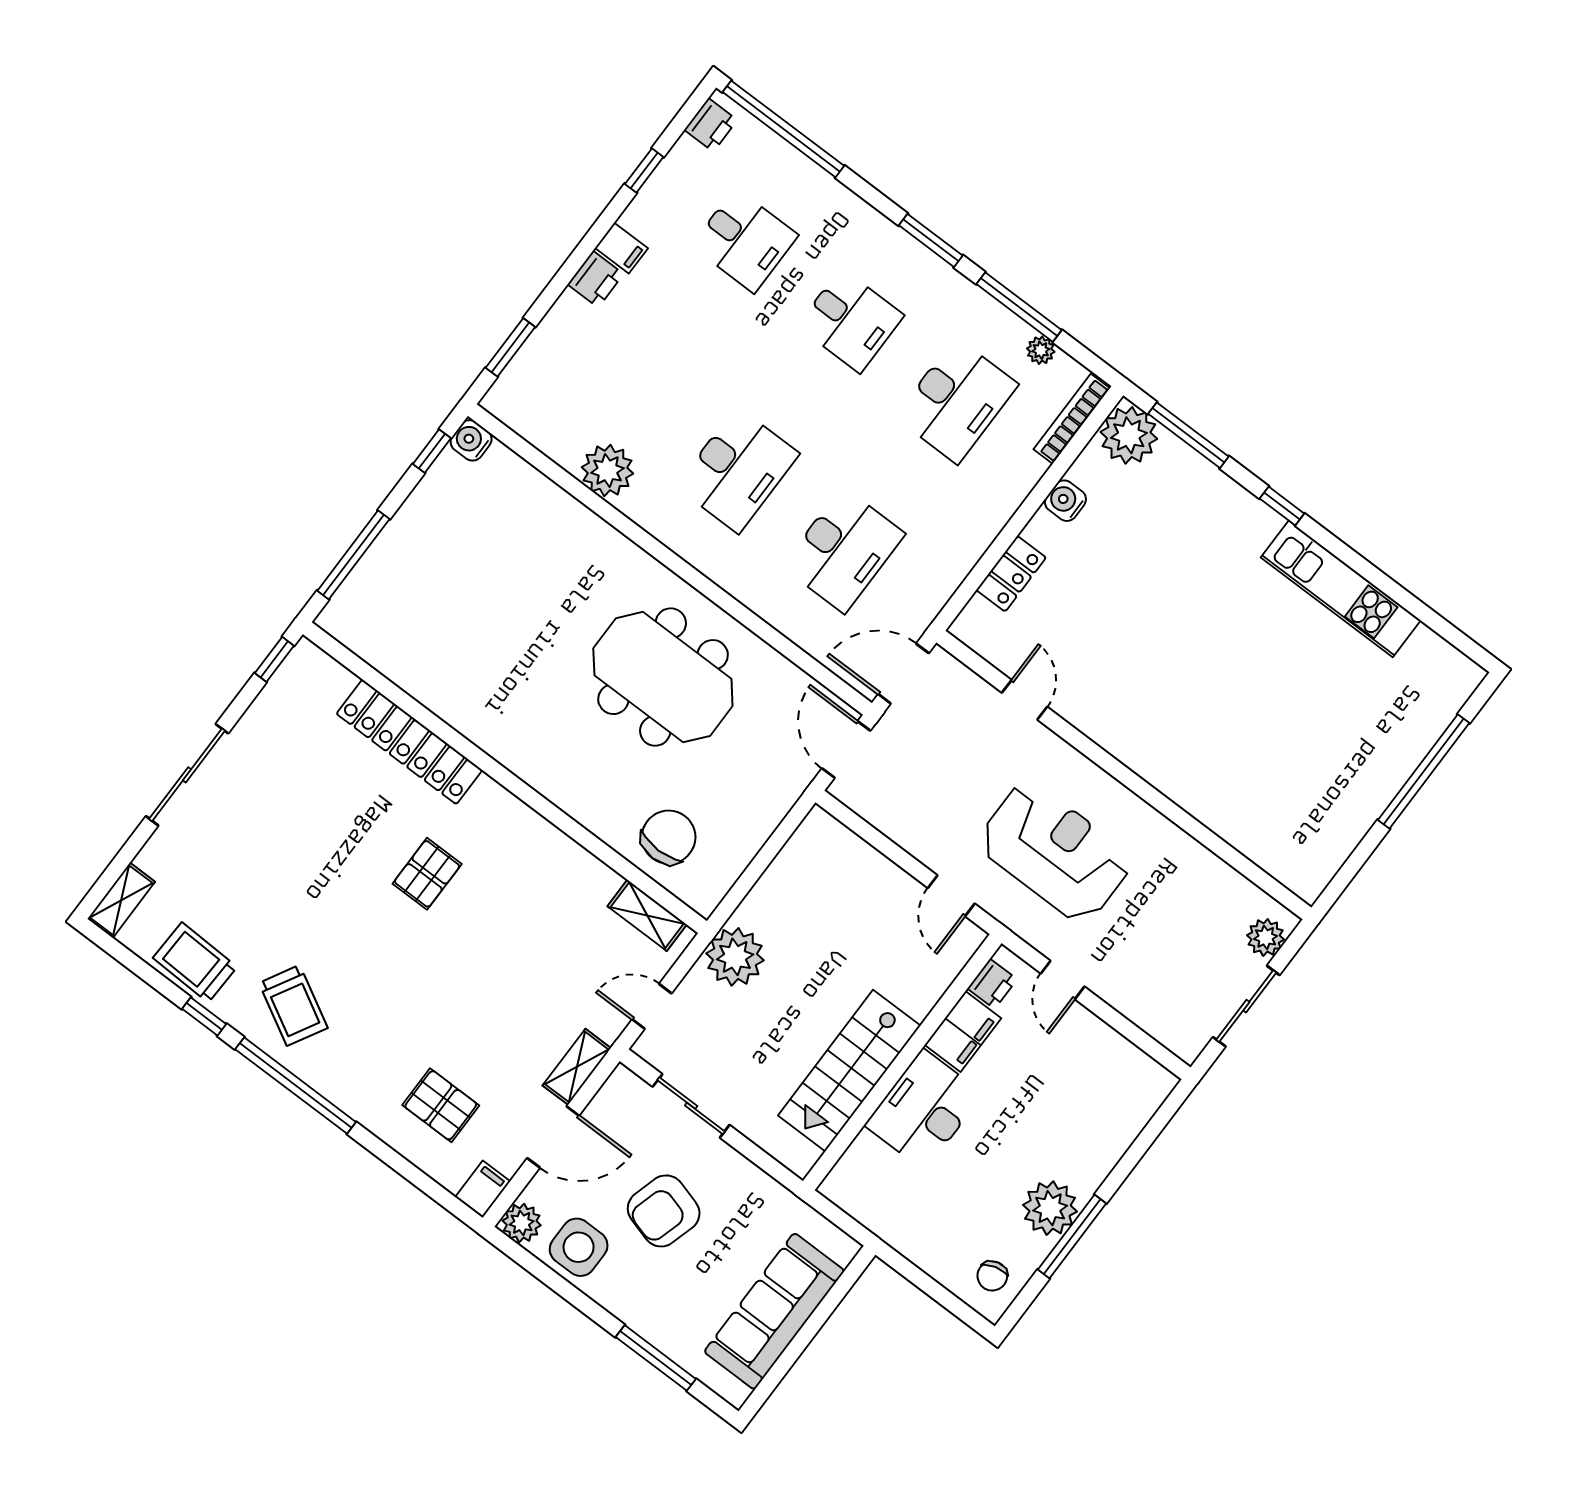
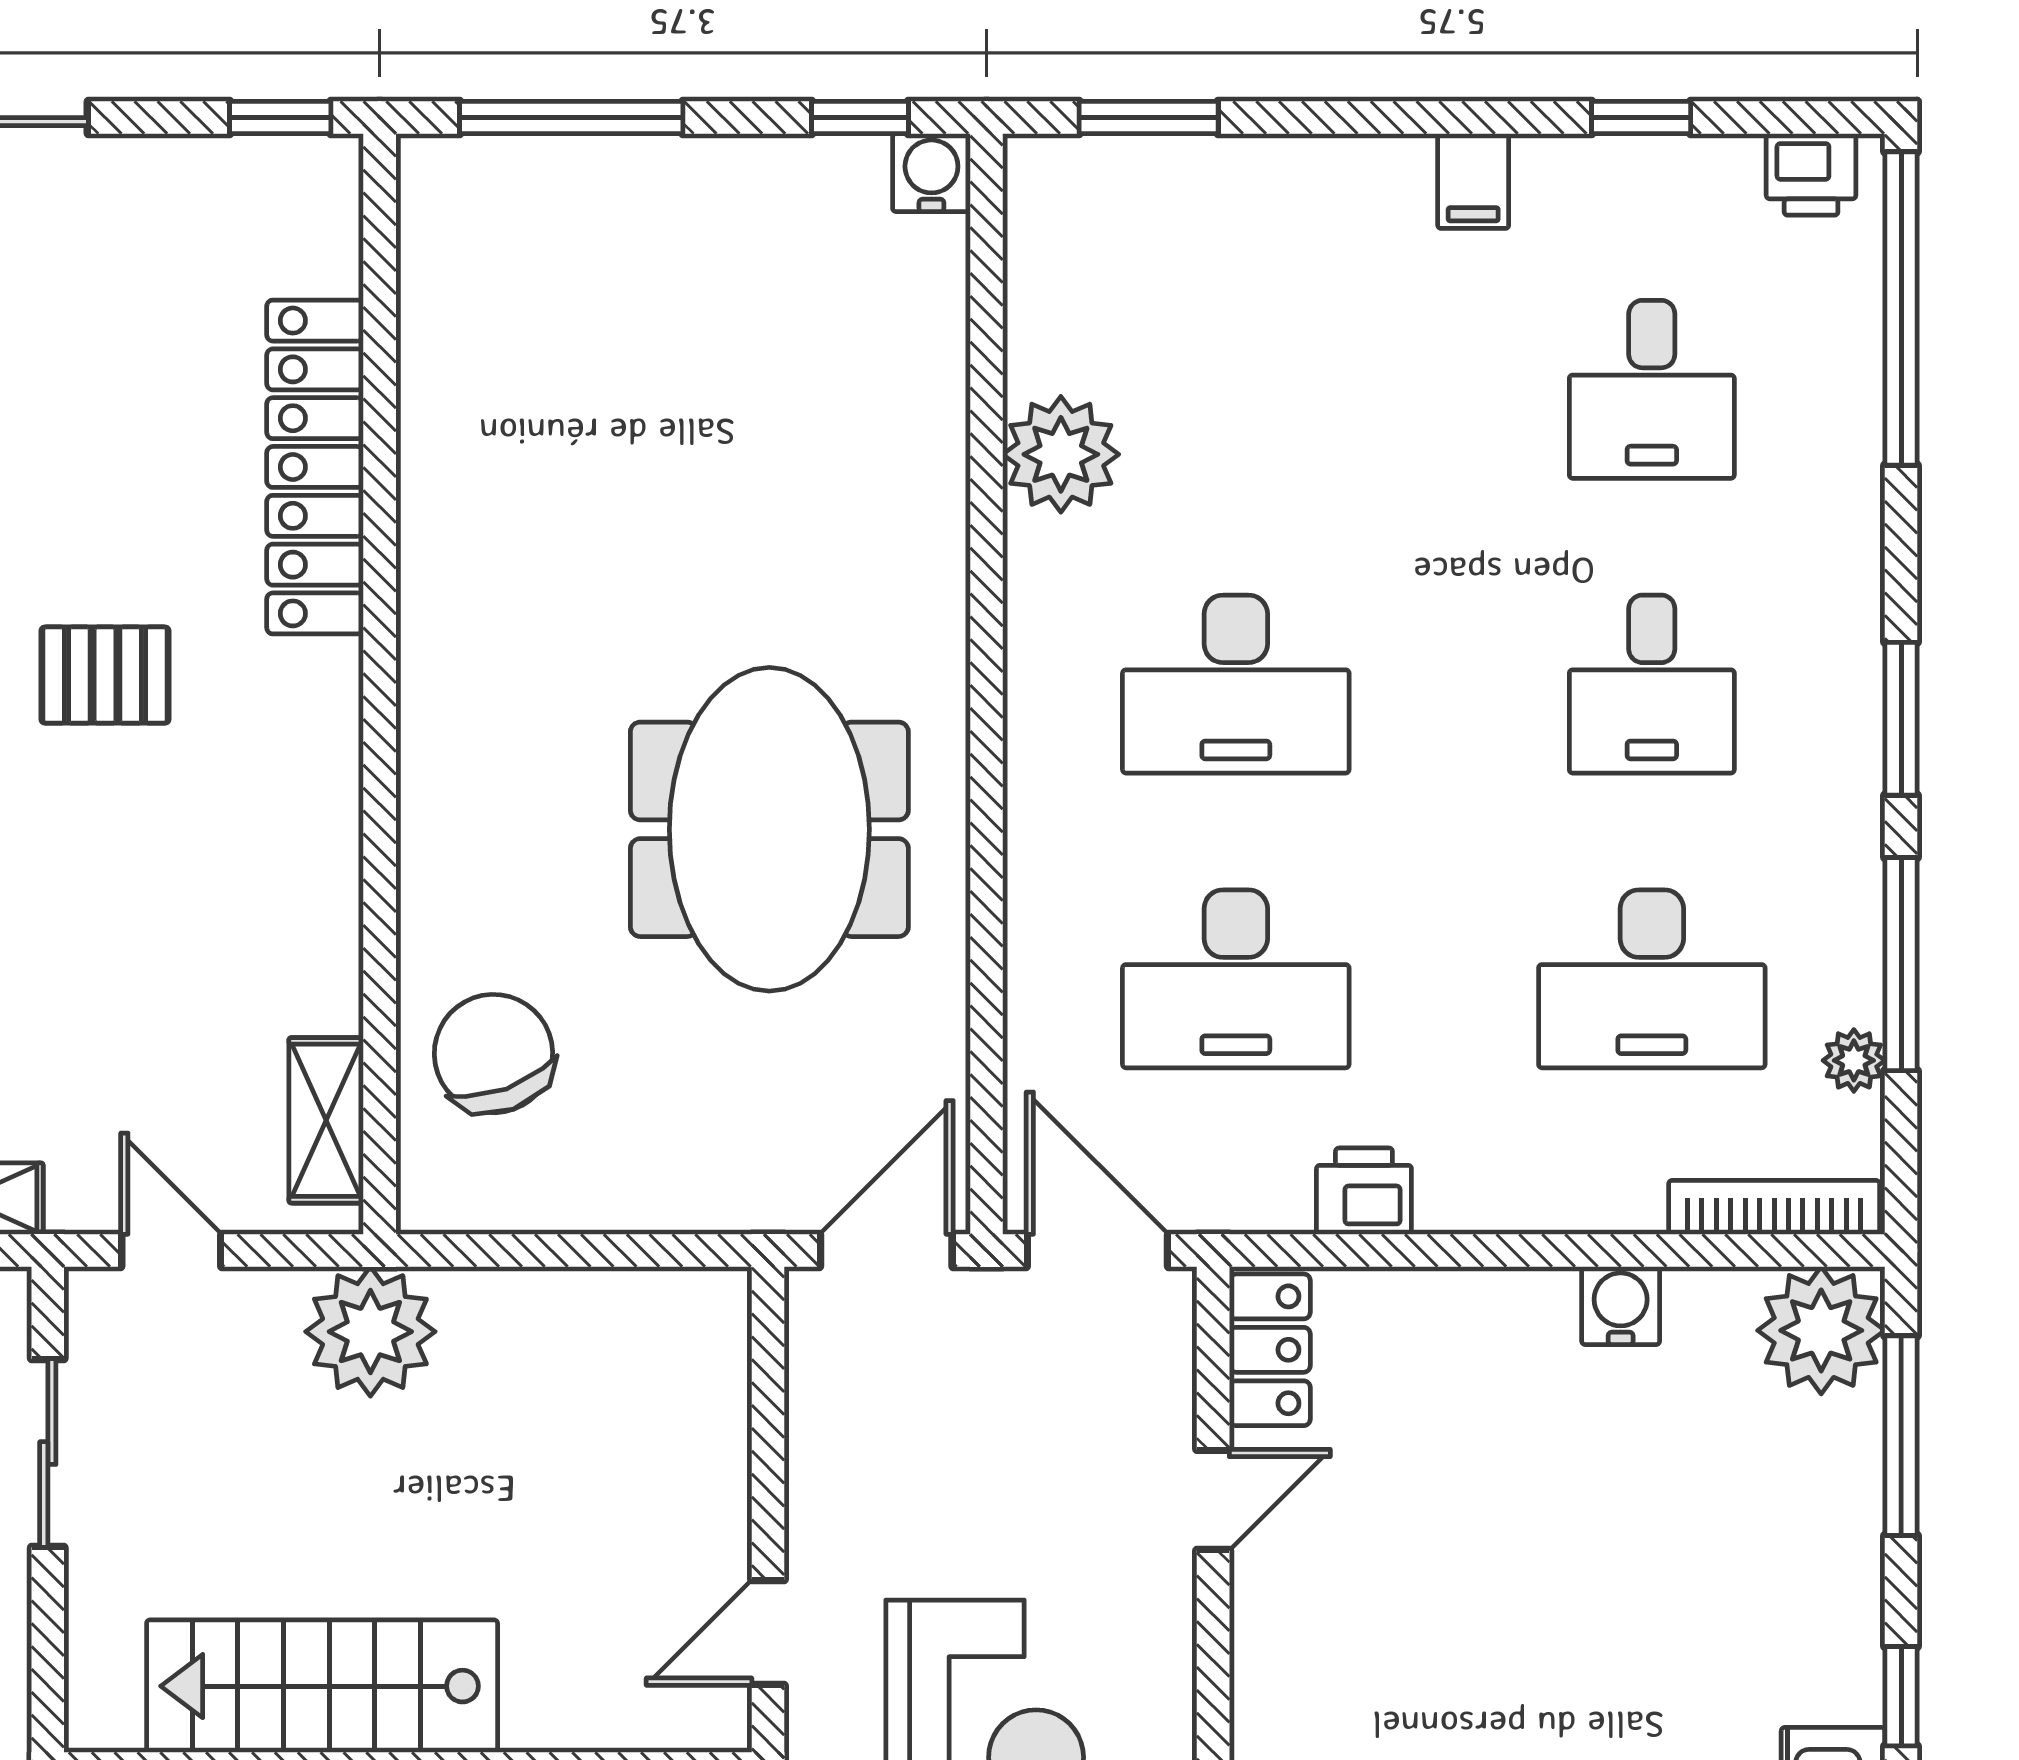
printer: (596, 279) -> (1364, 1191), moved, turned 180
locker: (1011, 574) -> (1270, 1350), moved, turned -90
chair: (669, 837) -> (493, 1054), turned -110

